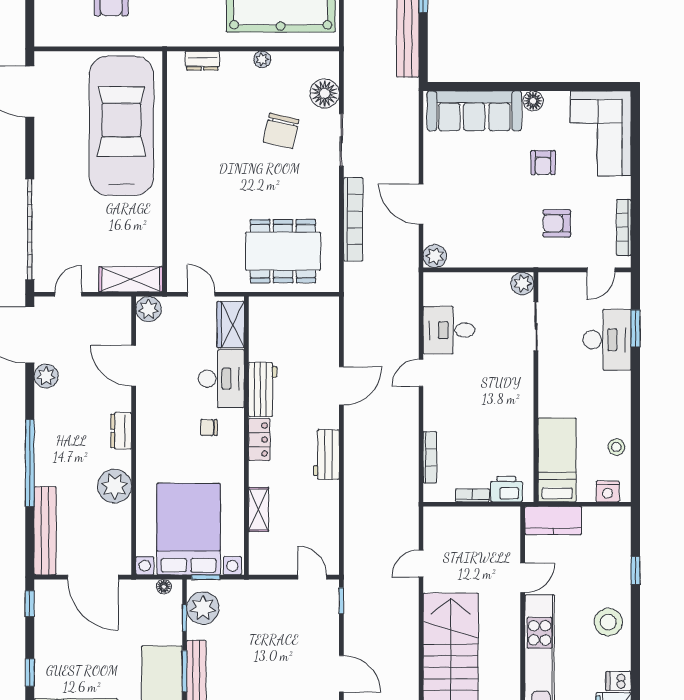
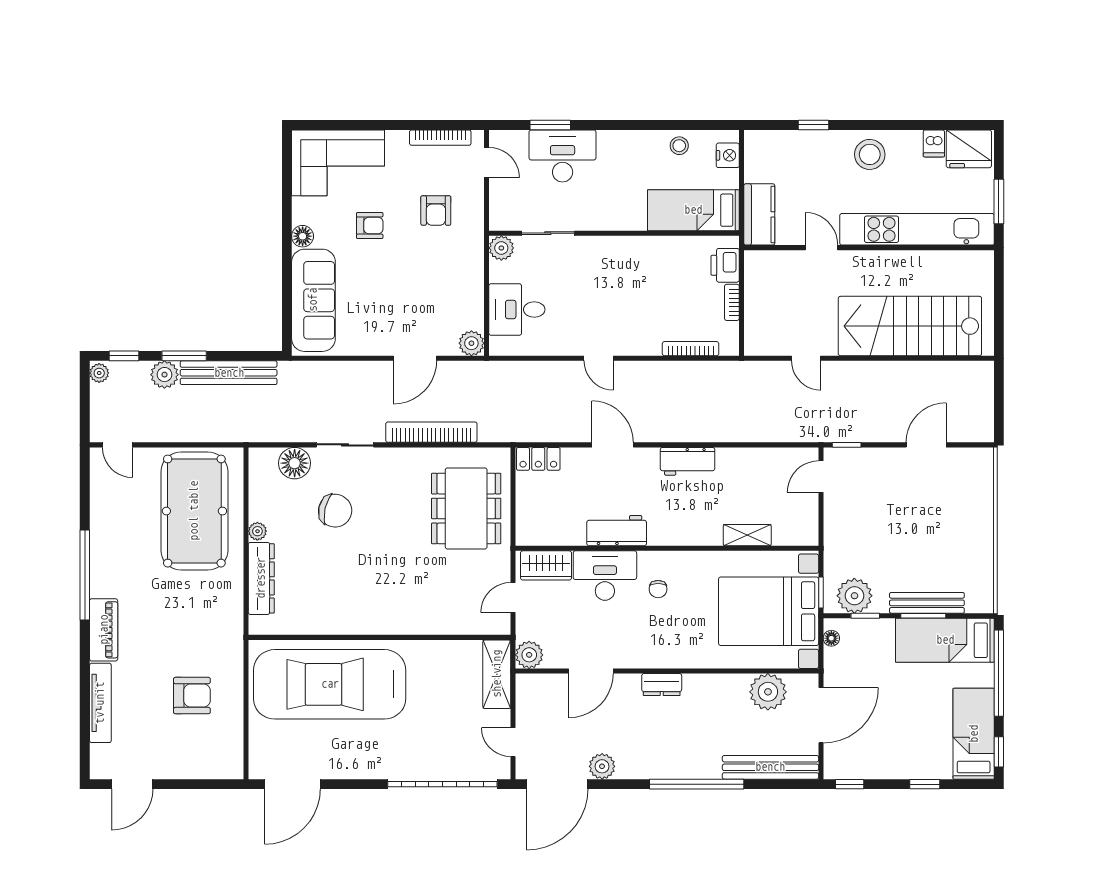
dresser: (202, 61) -> (261, 578), width x1.96, depth x1.24
desk: (449, 330) -> (517, 310), moved, turned 90
locker: (259, 440) -> (538, 459), moved, turned 180
plant: (115, 486) -> (768, 692), moved

